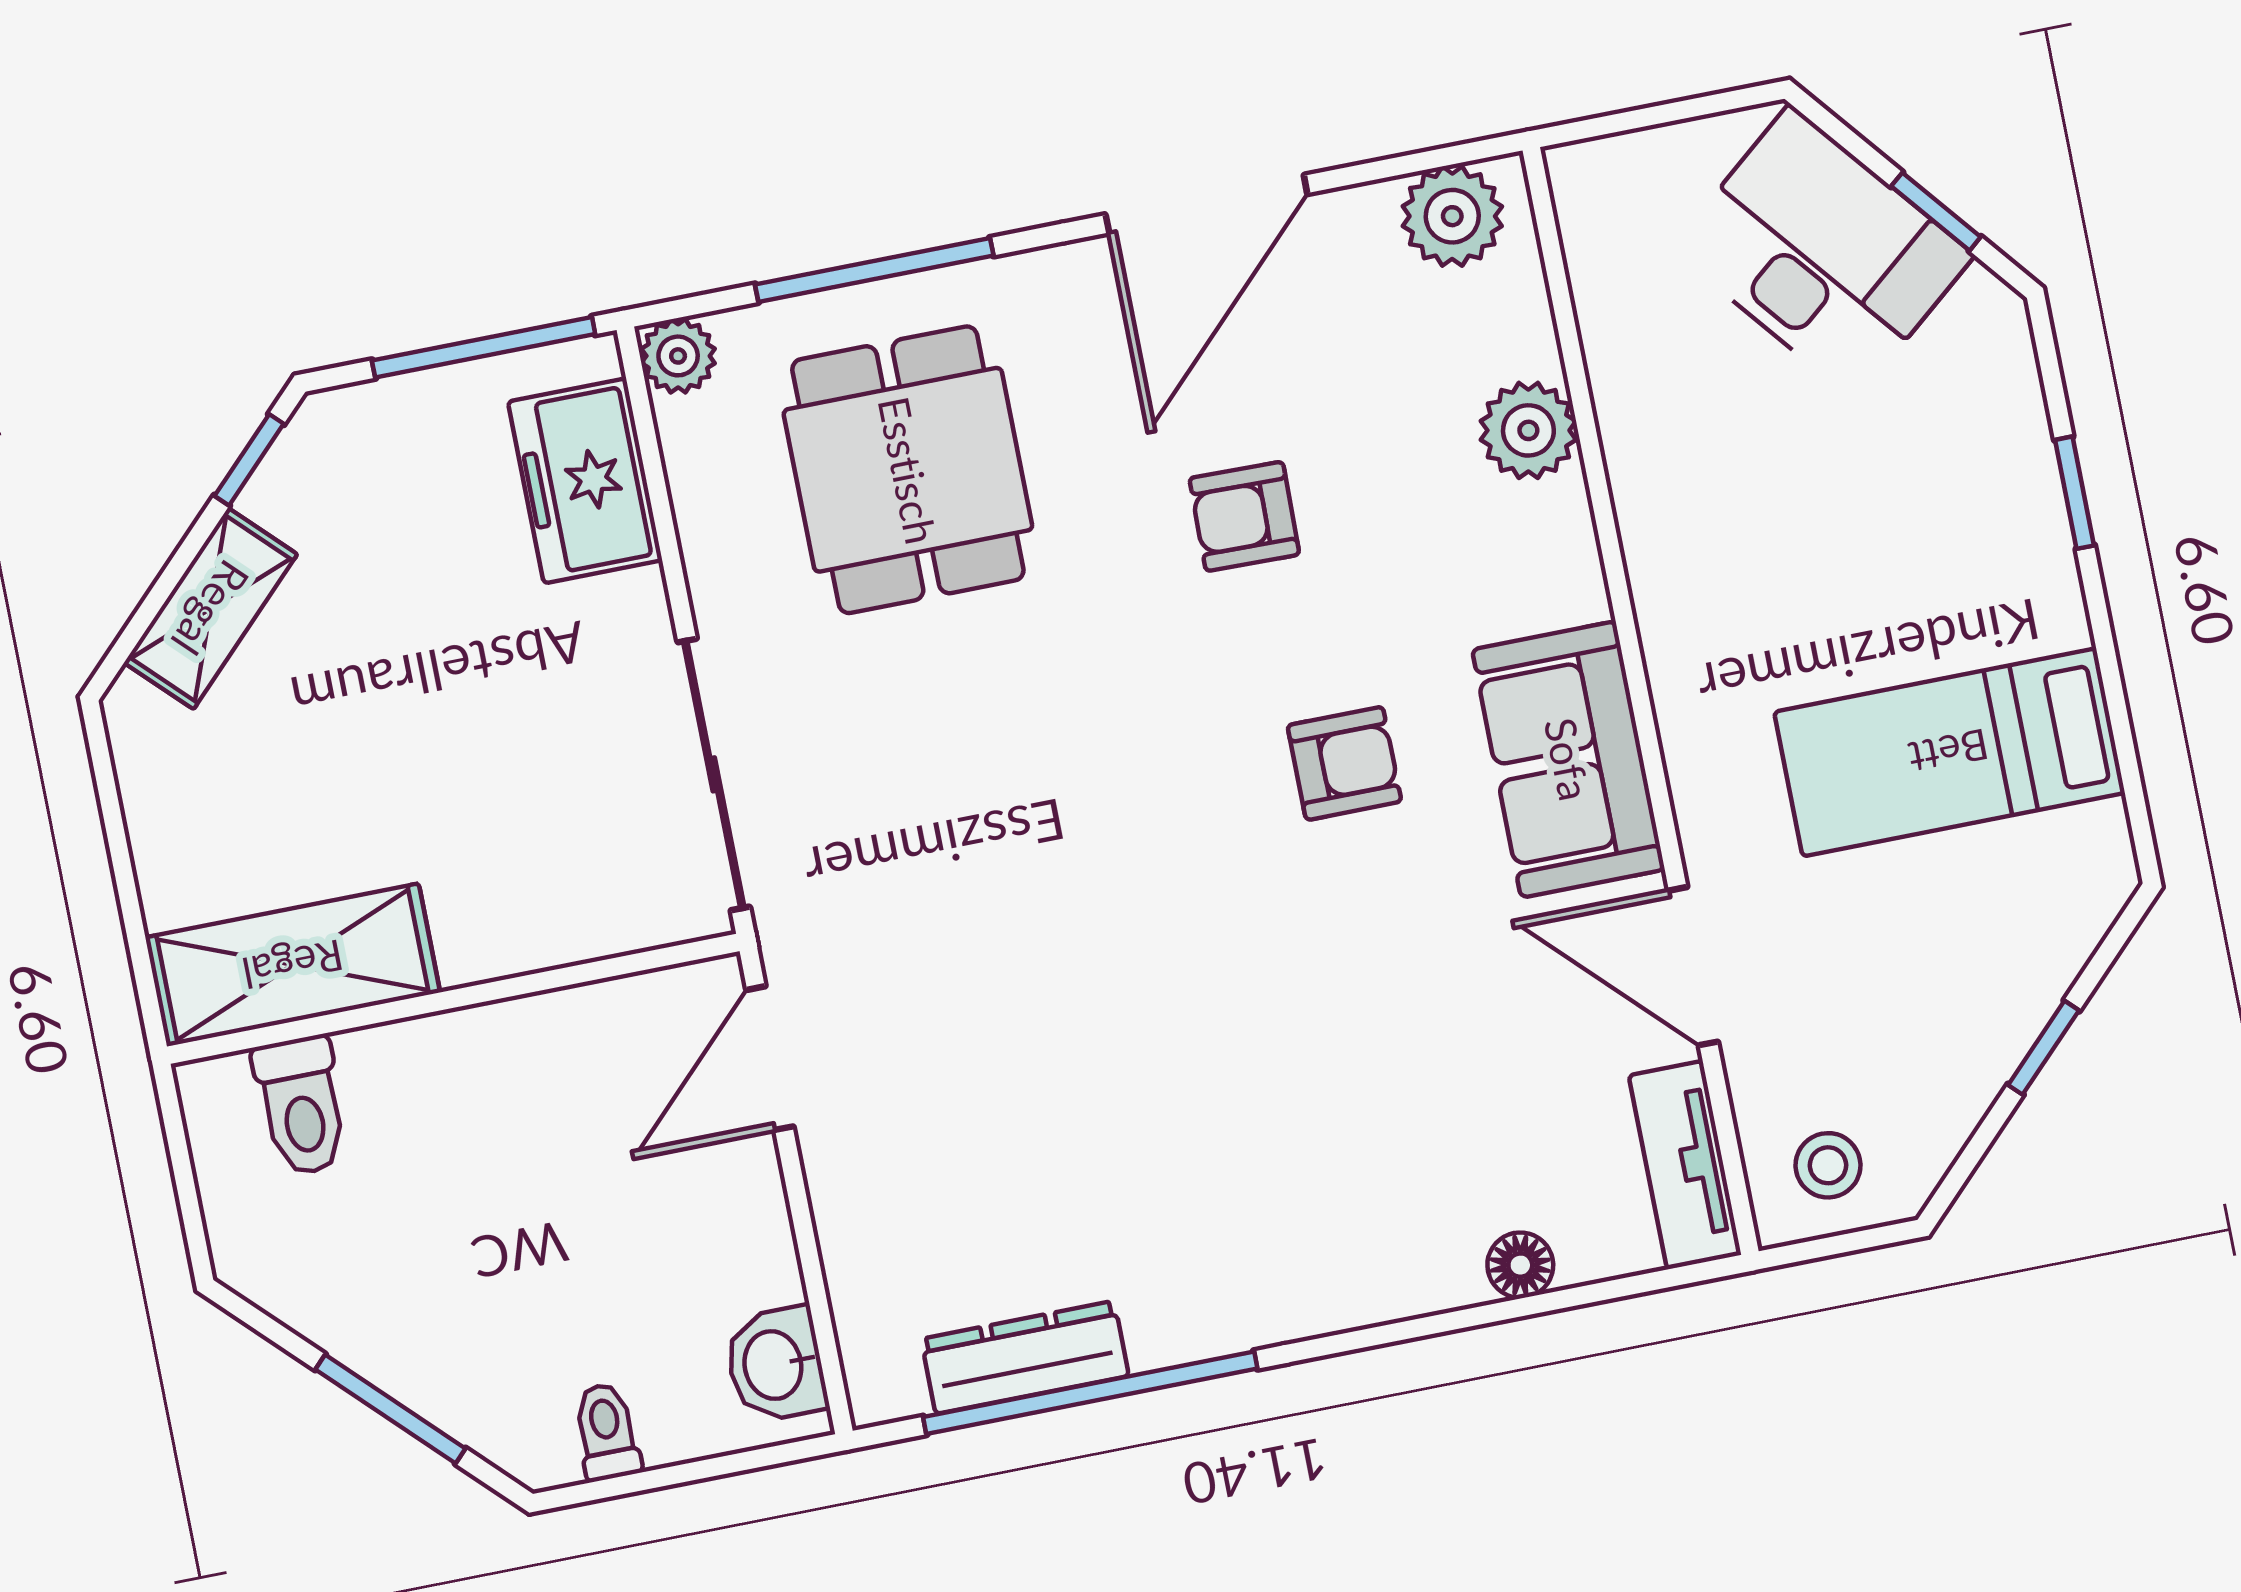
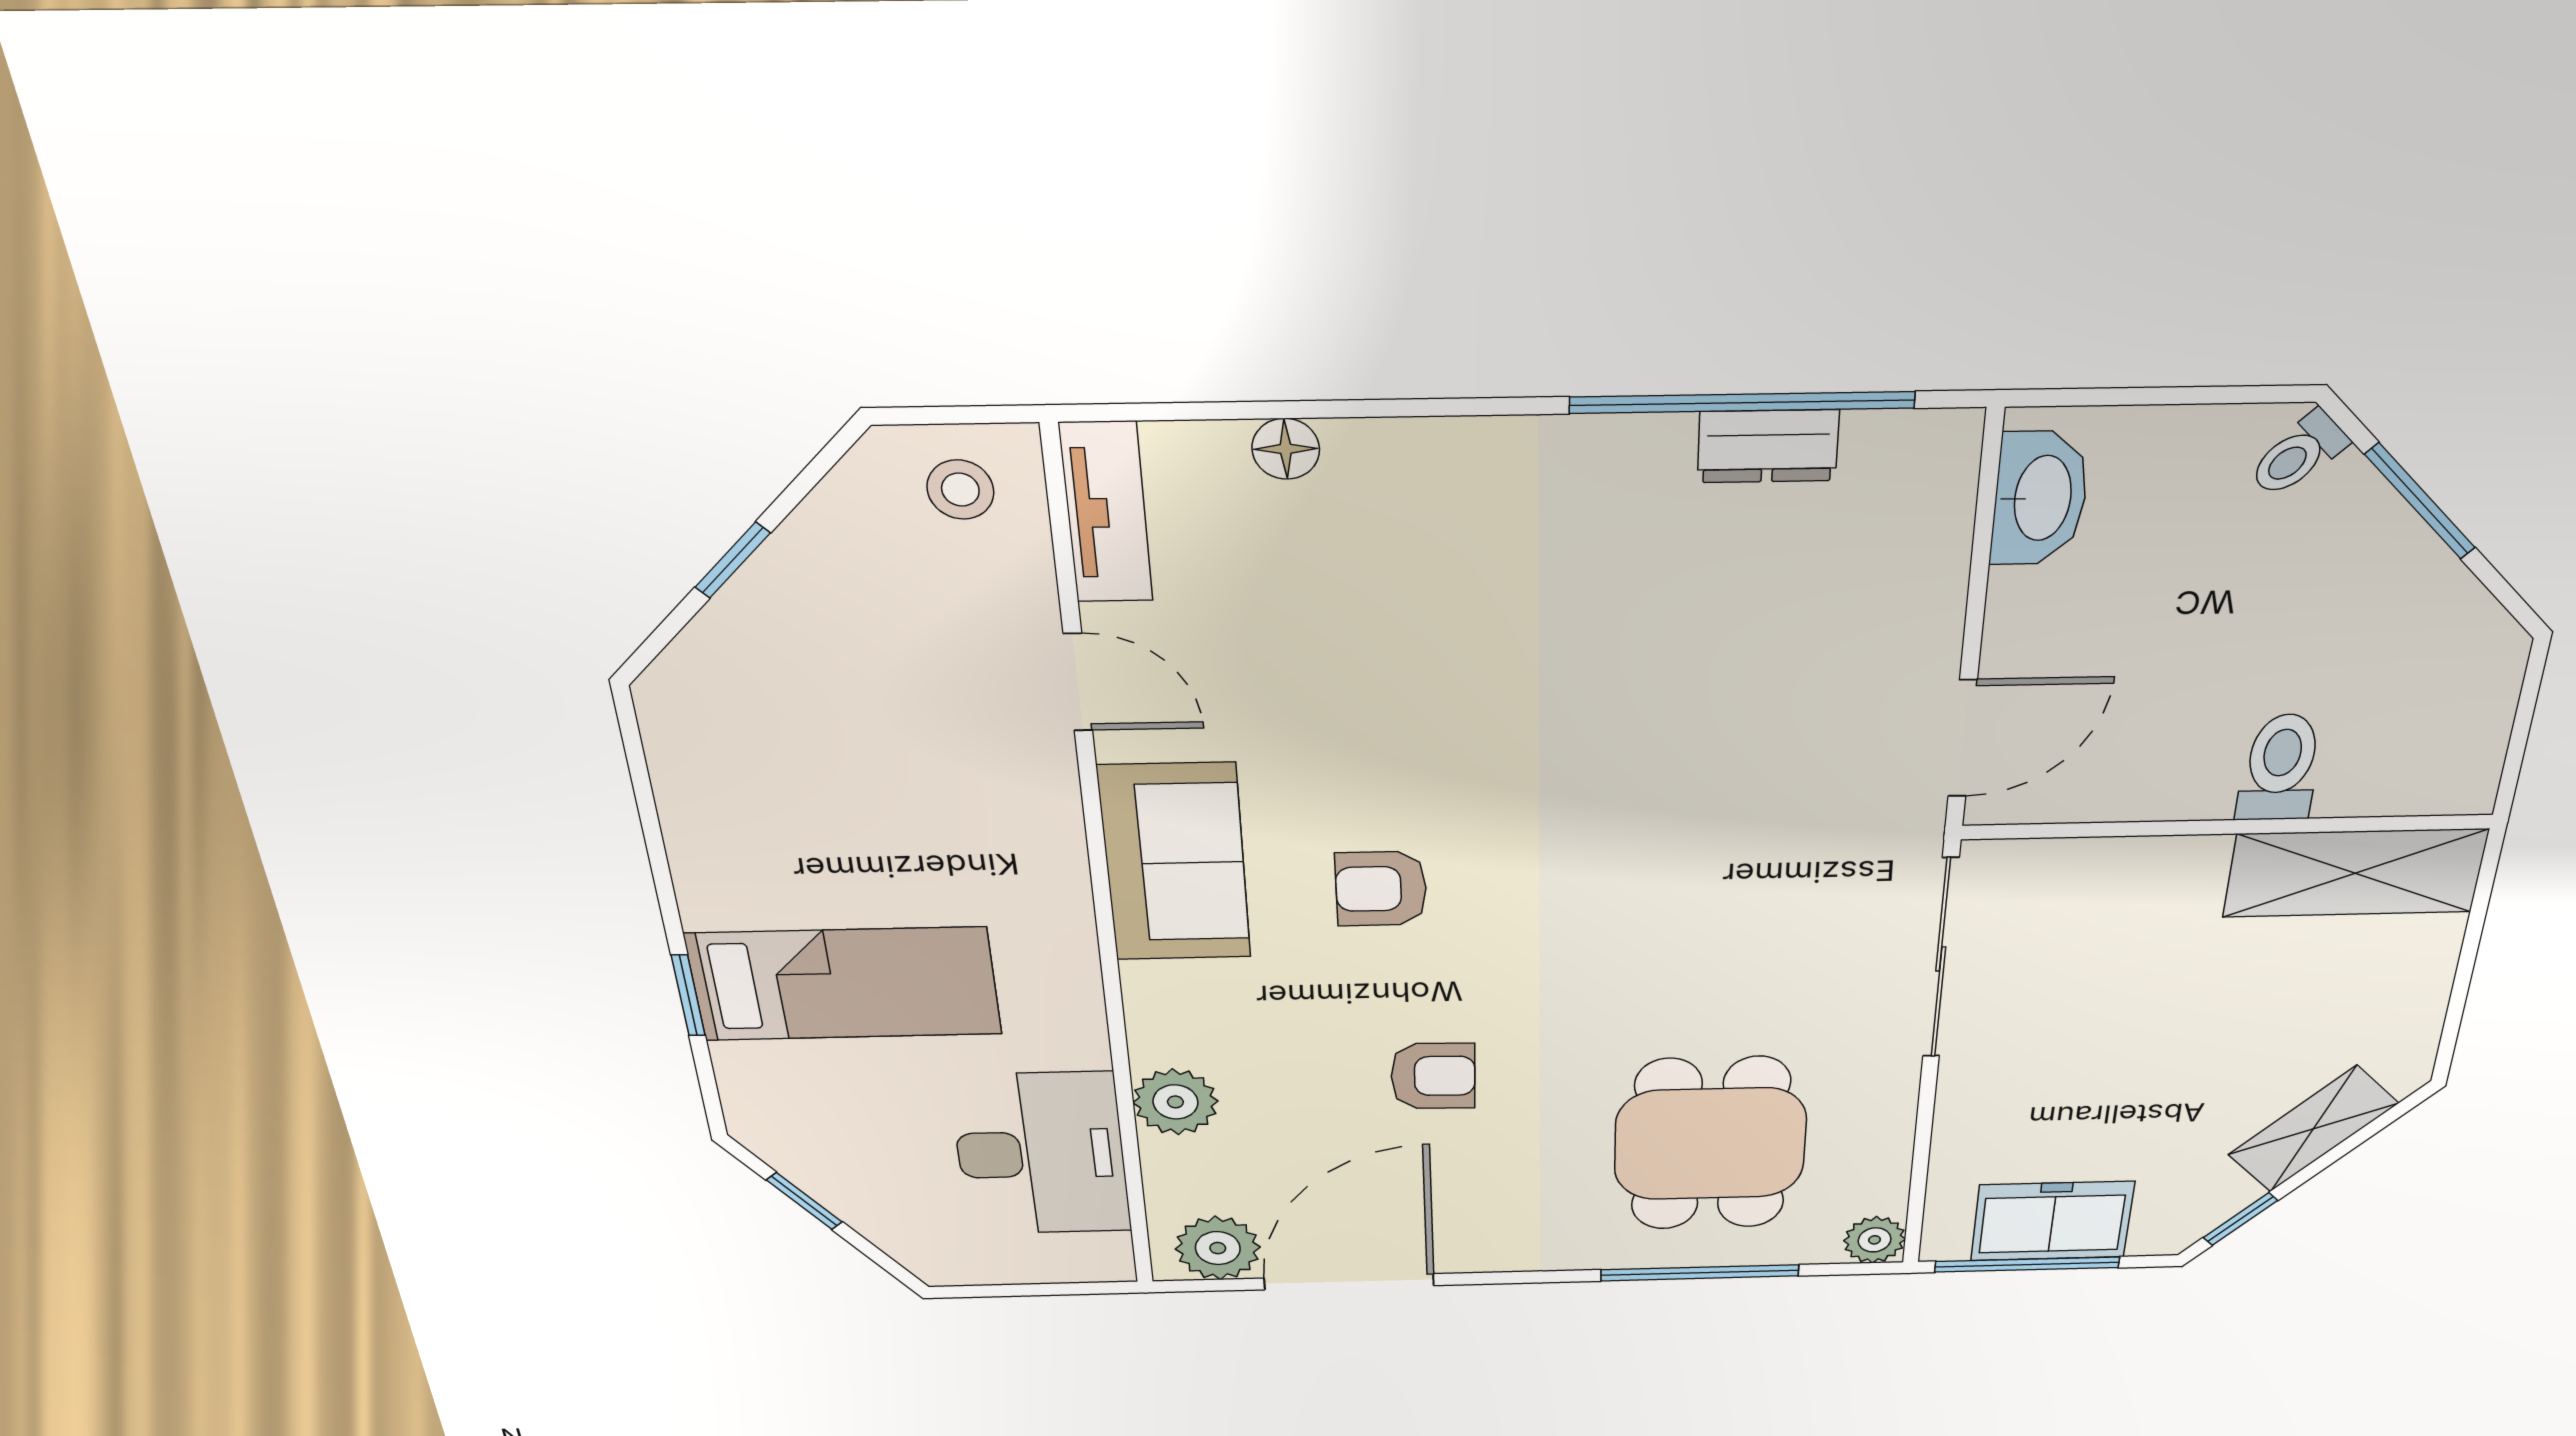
door: (1206, 204) -> (1349, 1282), moved
desk: (1822, 252) -> (1041, 1154), moved, turned -141
freezer: (585, 481) -> (2052, 1221), moved, turned -90
bed: (1949, 752) -> (845, 984), moved
door: (1693, 966) -> (1078, 682), width x0.73
toilet: (301, 1106) -> (2280, 767), moved
dresser: (1025, 1357) -> (1768, 446), width x0.70
washbasin: (776, 1365) -> (2040, 498), width x1.38
toilet: (607, 1432) -> (2298, 455), moved, turned 45

